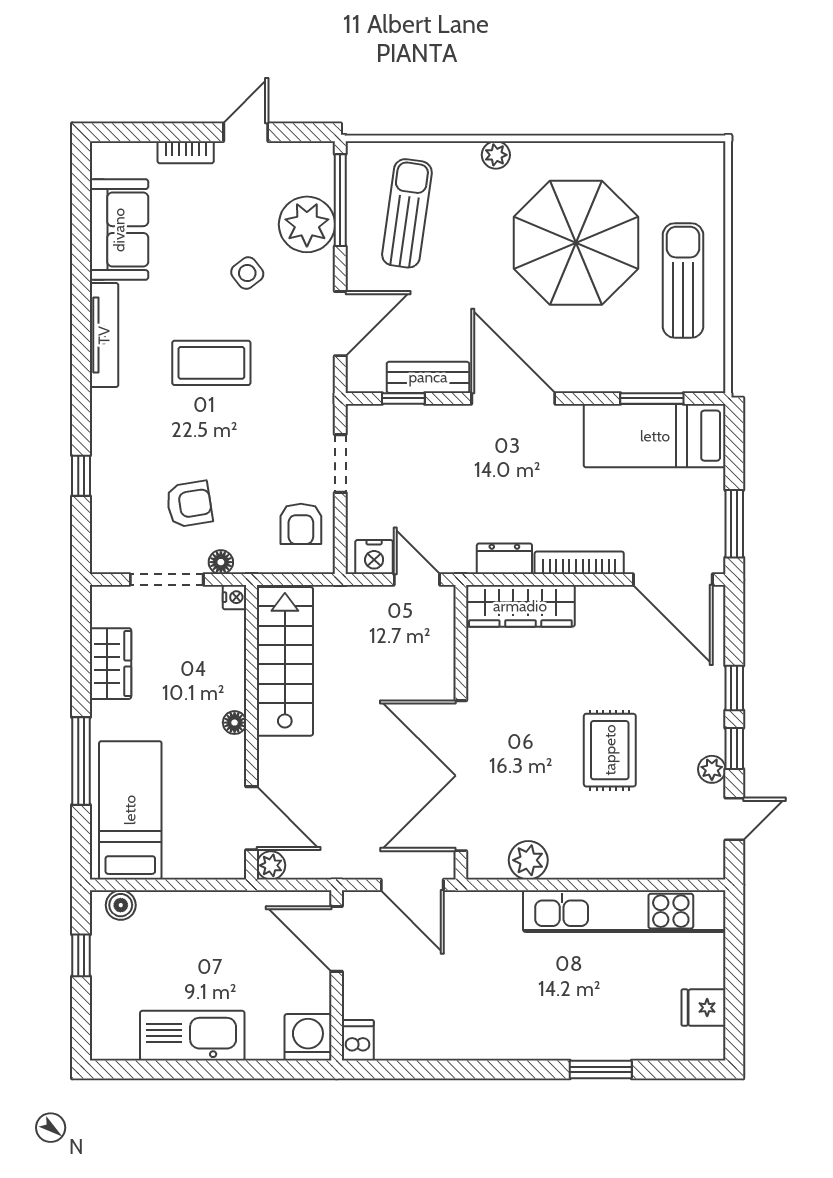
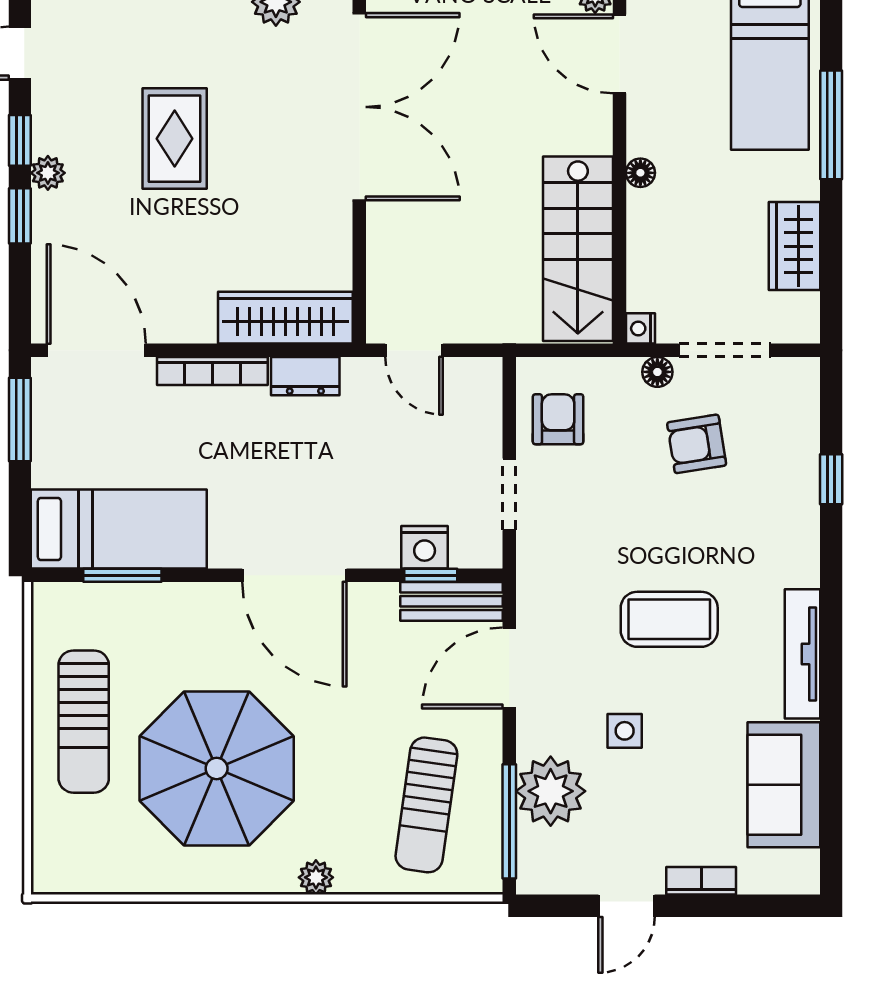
side table: (247, 273) -> (625, 731), turned 38
bench: (428, 377) -> (451, 601), moved
nightstand: (374, 557) -> (425, 547), moved, turned 180
plant: (712, 769) -> (48, 173), moved

